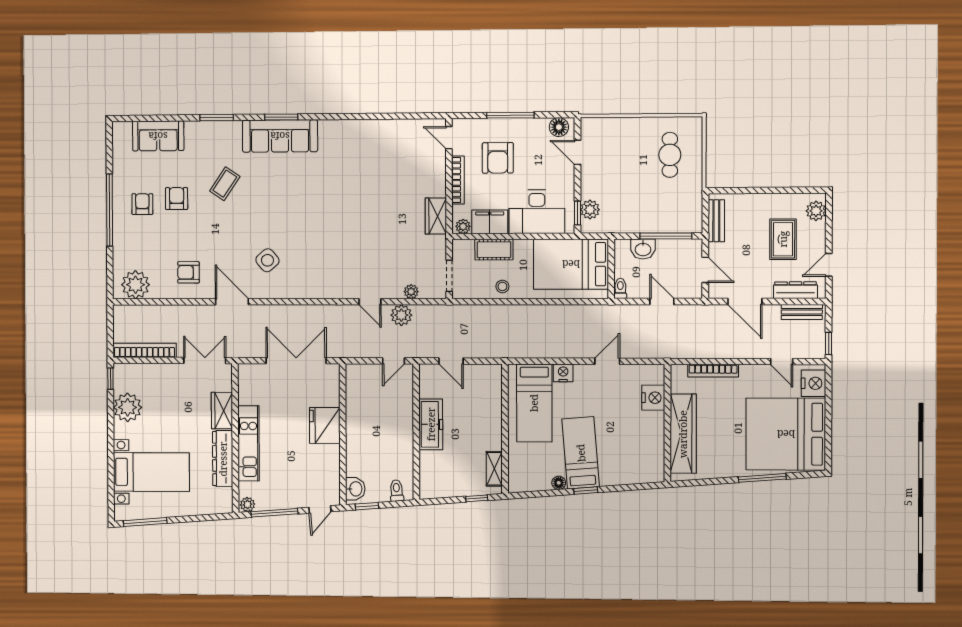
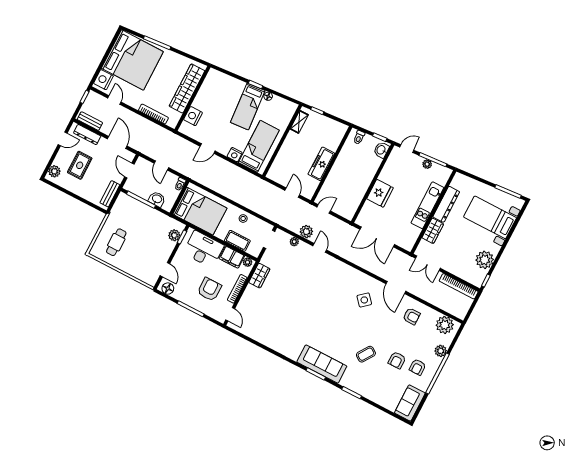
sofa: (158, 136) -> (410, 403), moved, turned -90
plant: (122, 245) -> (441, 351), added
plant: (247, 504) -> (427, 164), moved

